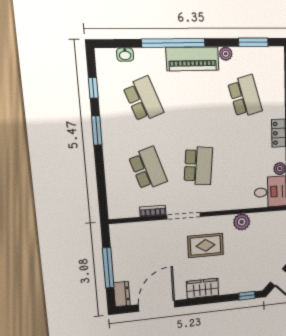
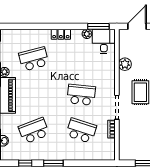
school desk: (148, 169) -> (81, 131), turned 36

